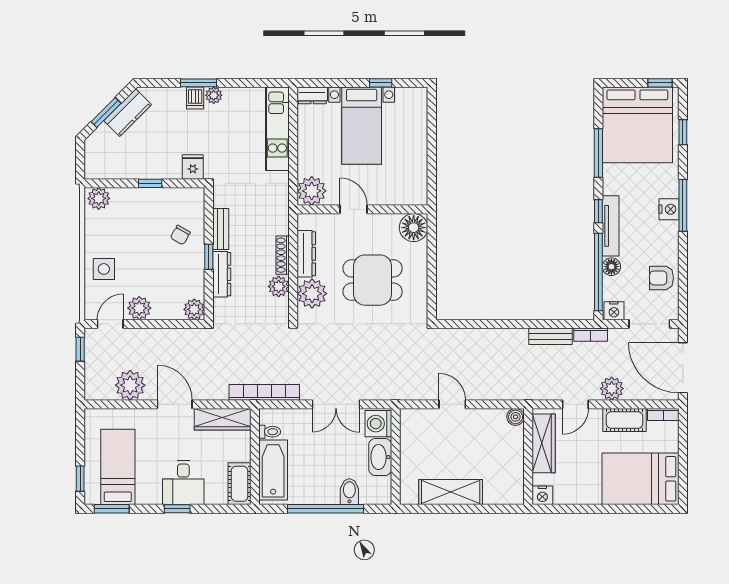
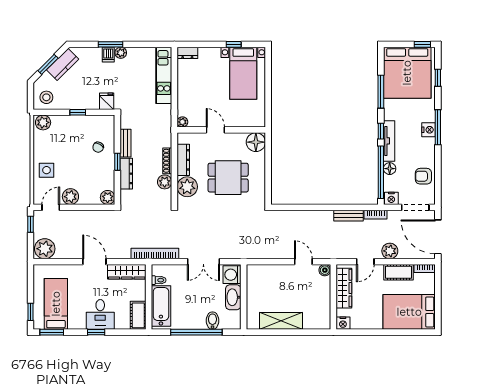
bed with nightstands: (362, 126) -> (243, 73), moved
stool: (104, 161) -> (46, 97), added
plant: (312, 191) -> (182, 122), width x0.53, depth x0.53
plant: (130, 385) -> (45, 249), moved
door: (452, 404) -> (303, 262), moved

